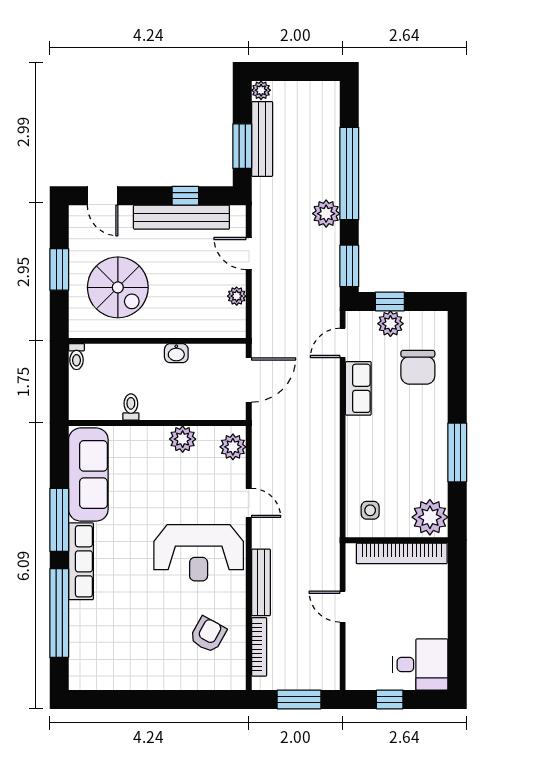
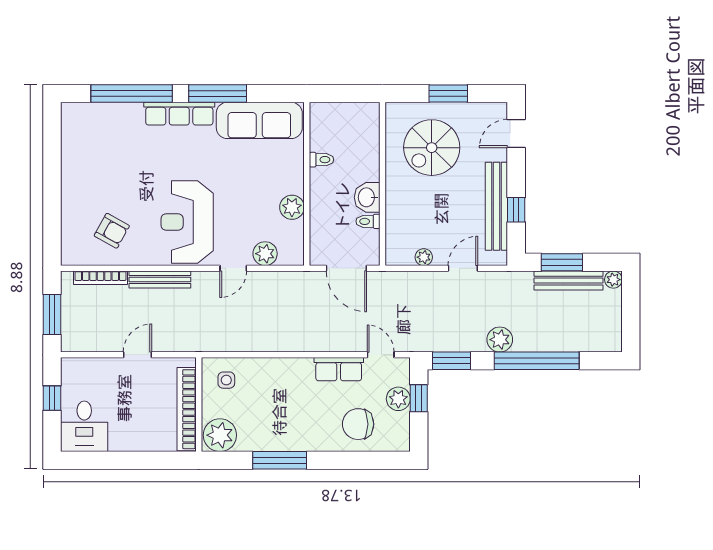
washbasin: (176, 353) -> (367, 197), width x1.38, depth x1.45
toilet: (77, 357) -> (368, 221), moved
plant: (233, 447) -> (265, 254), moved

